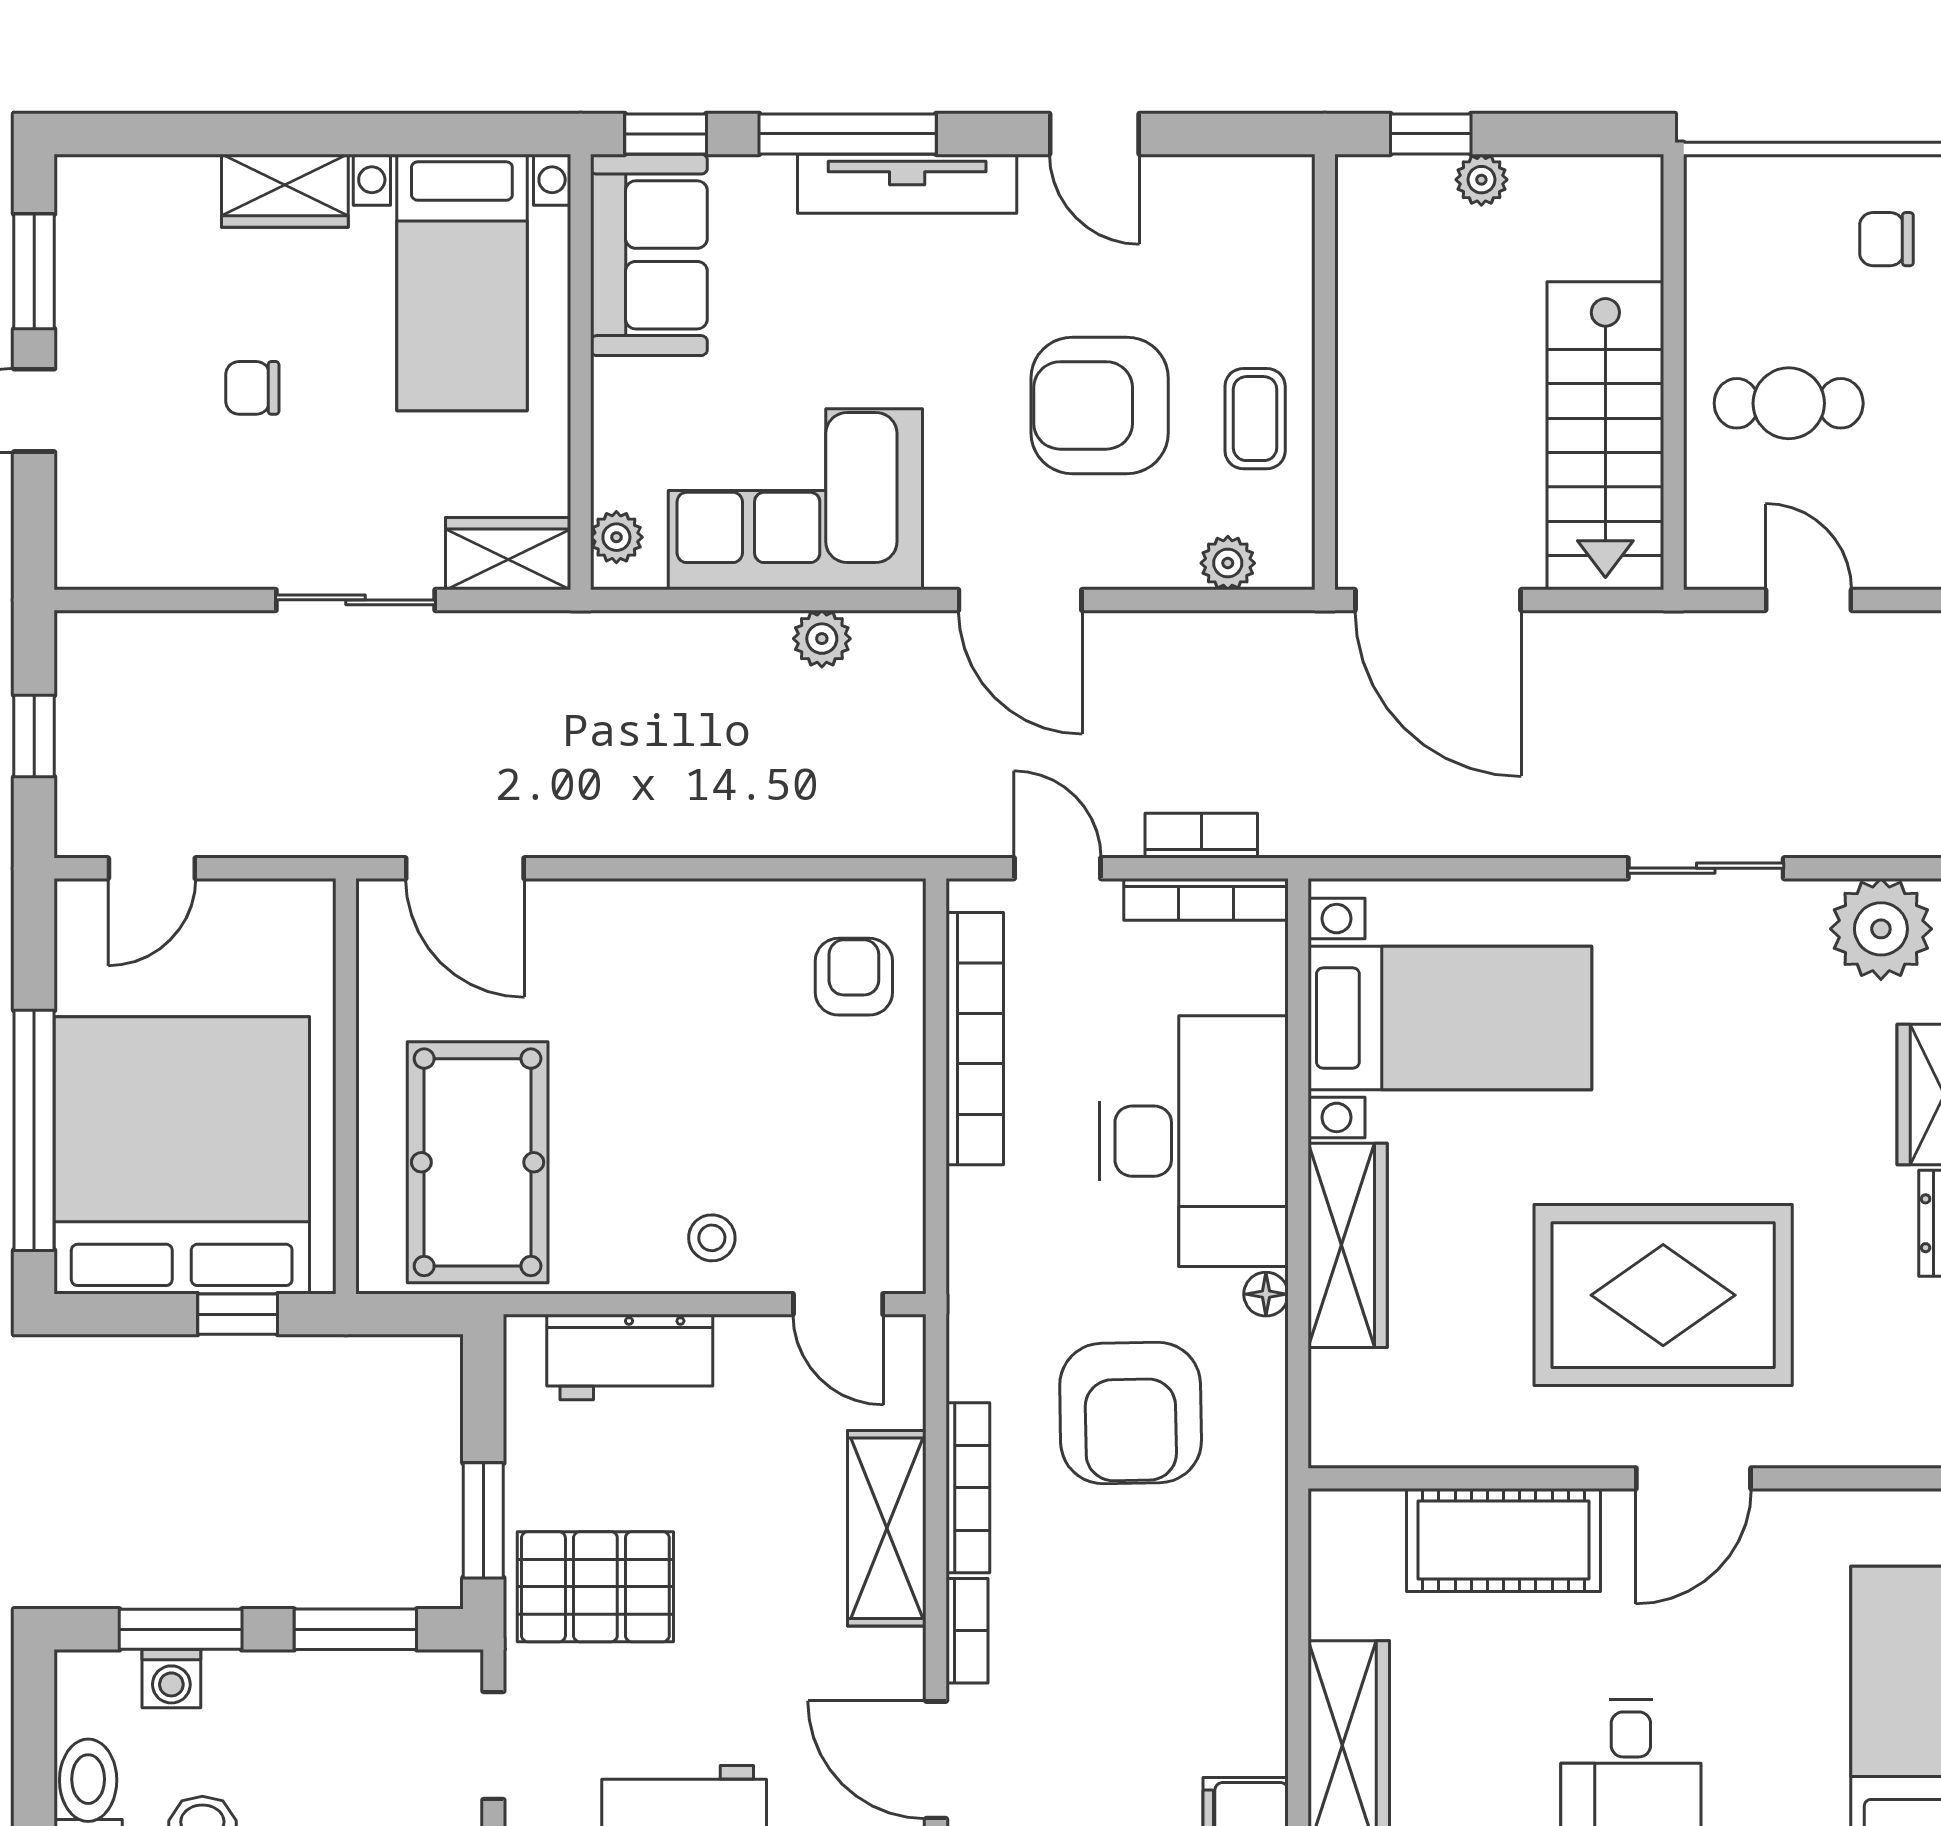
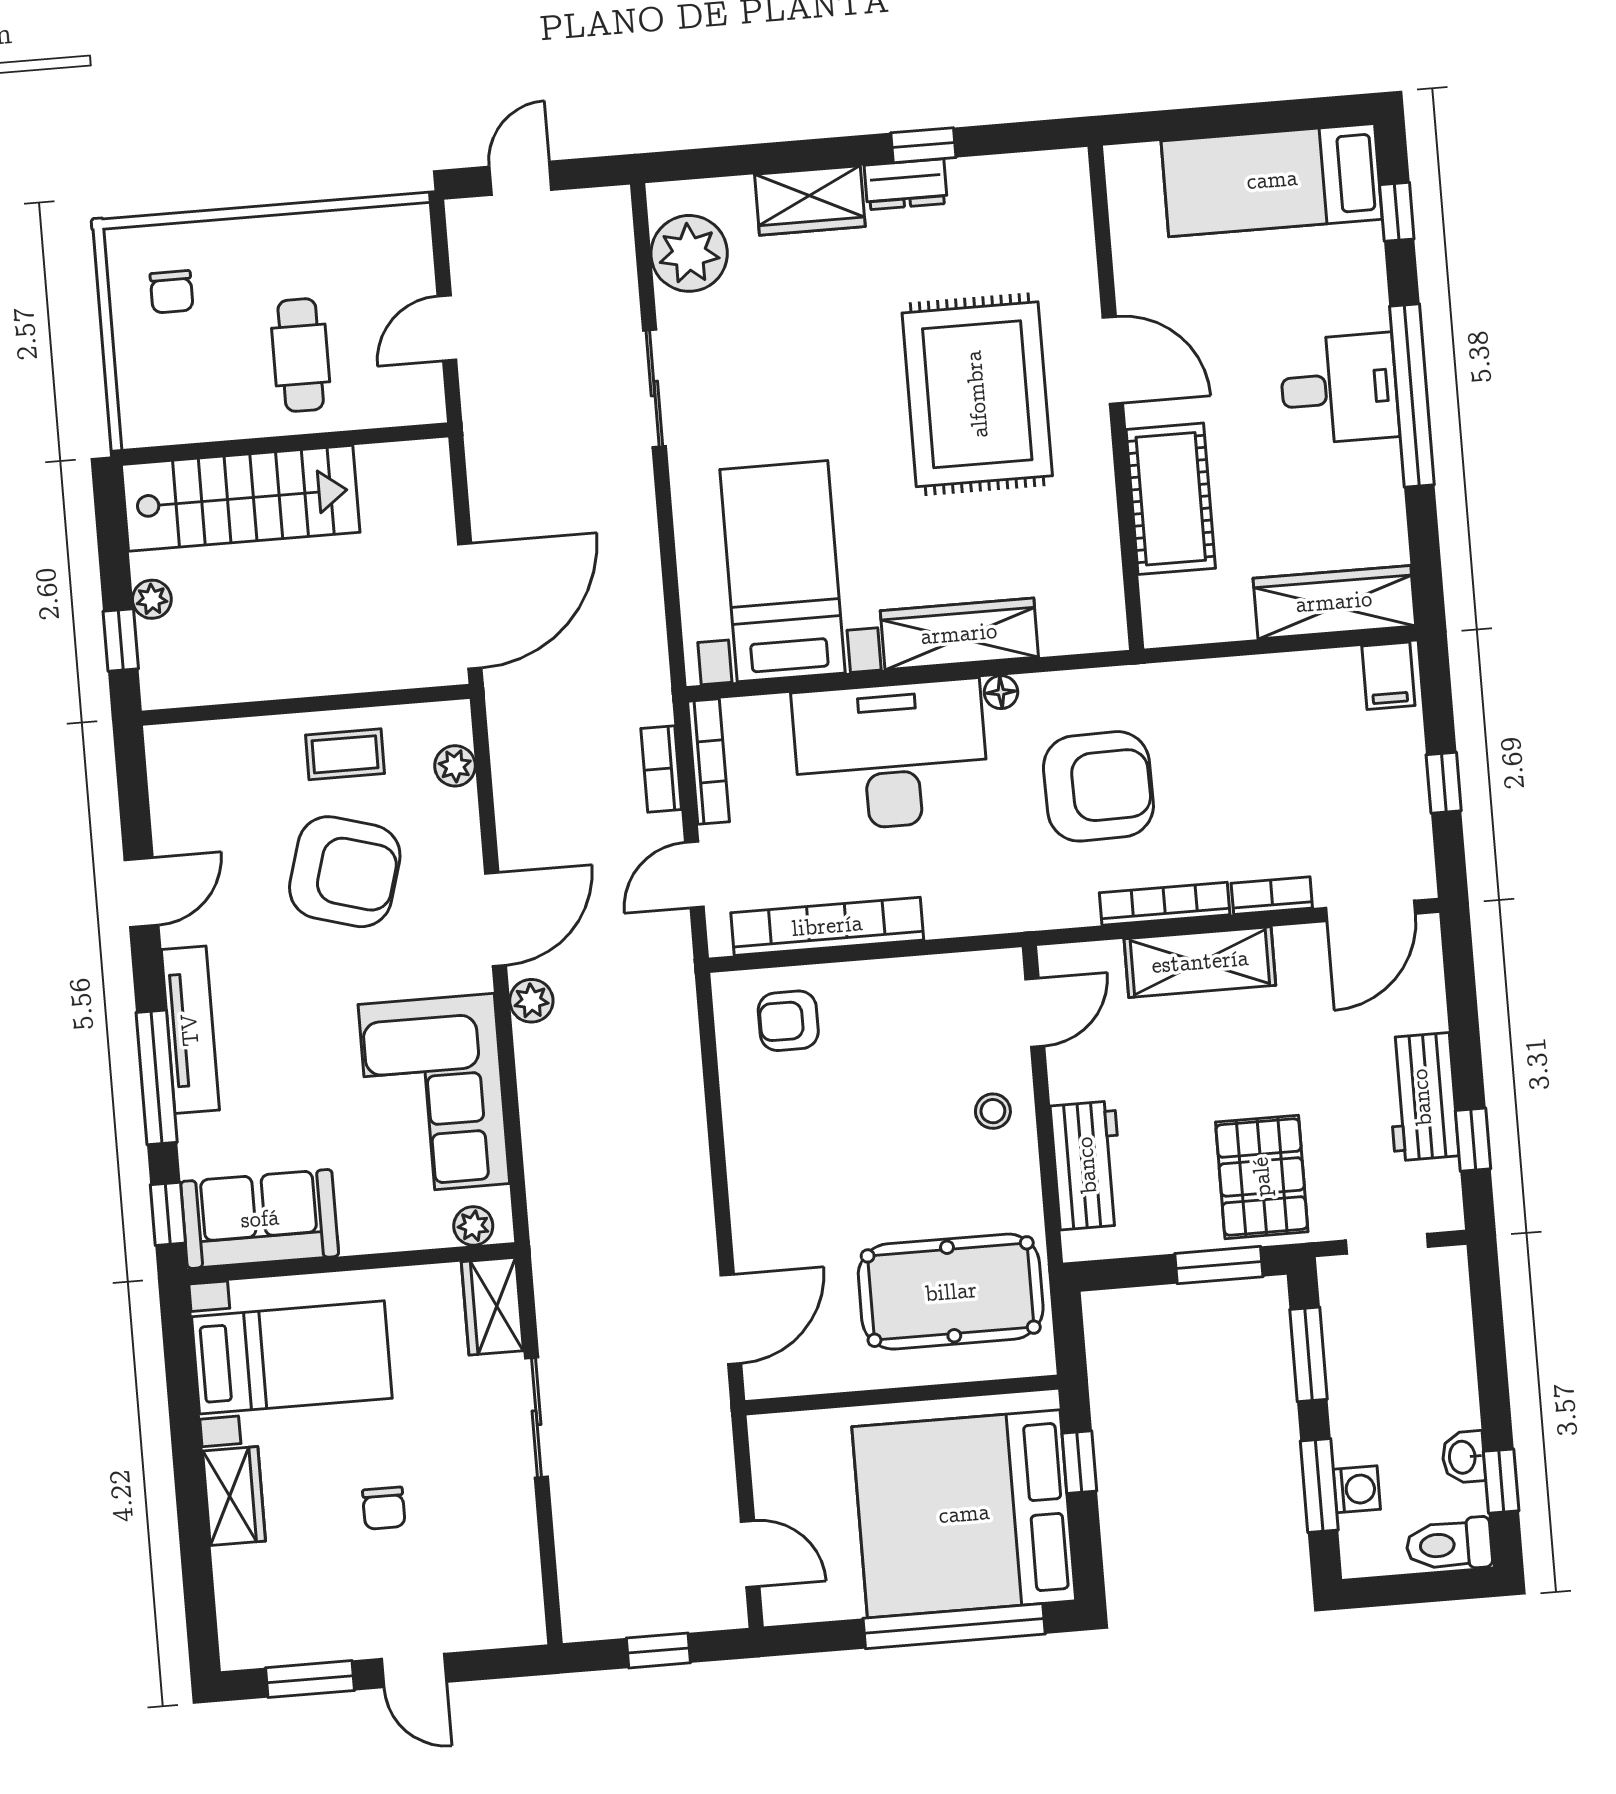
armchair: (1100, 405) -> (345, 872), turned -74
stairs: (1605, 436) -> (241, 498), moved
plant: (822, 639) -> (531, 1001), moved

